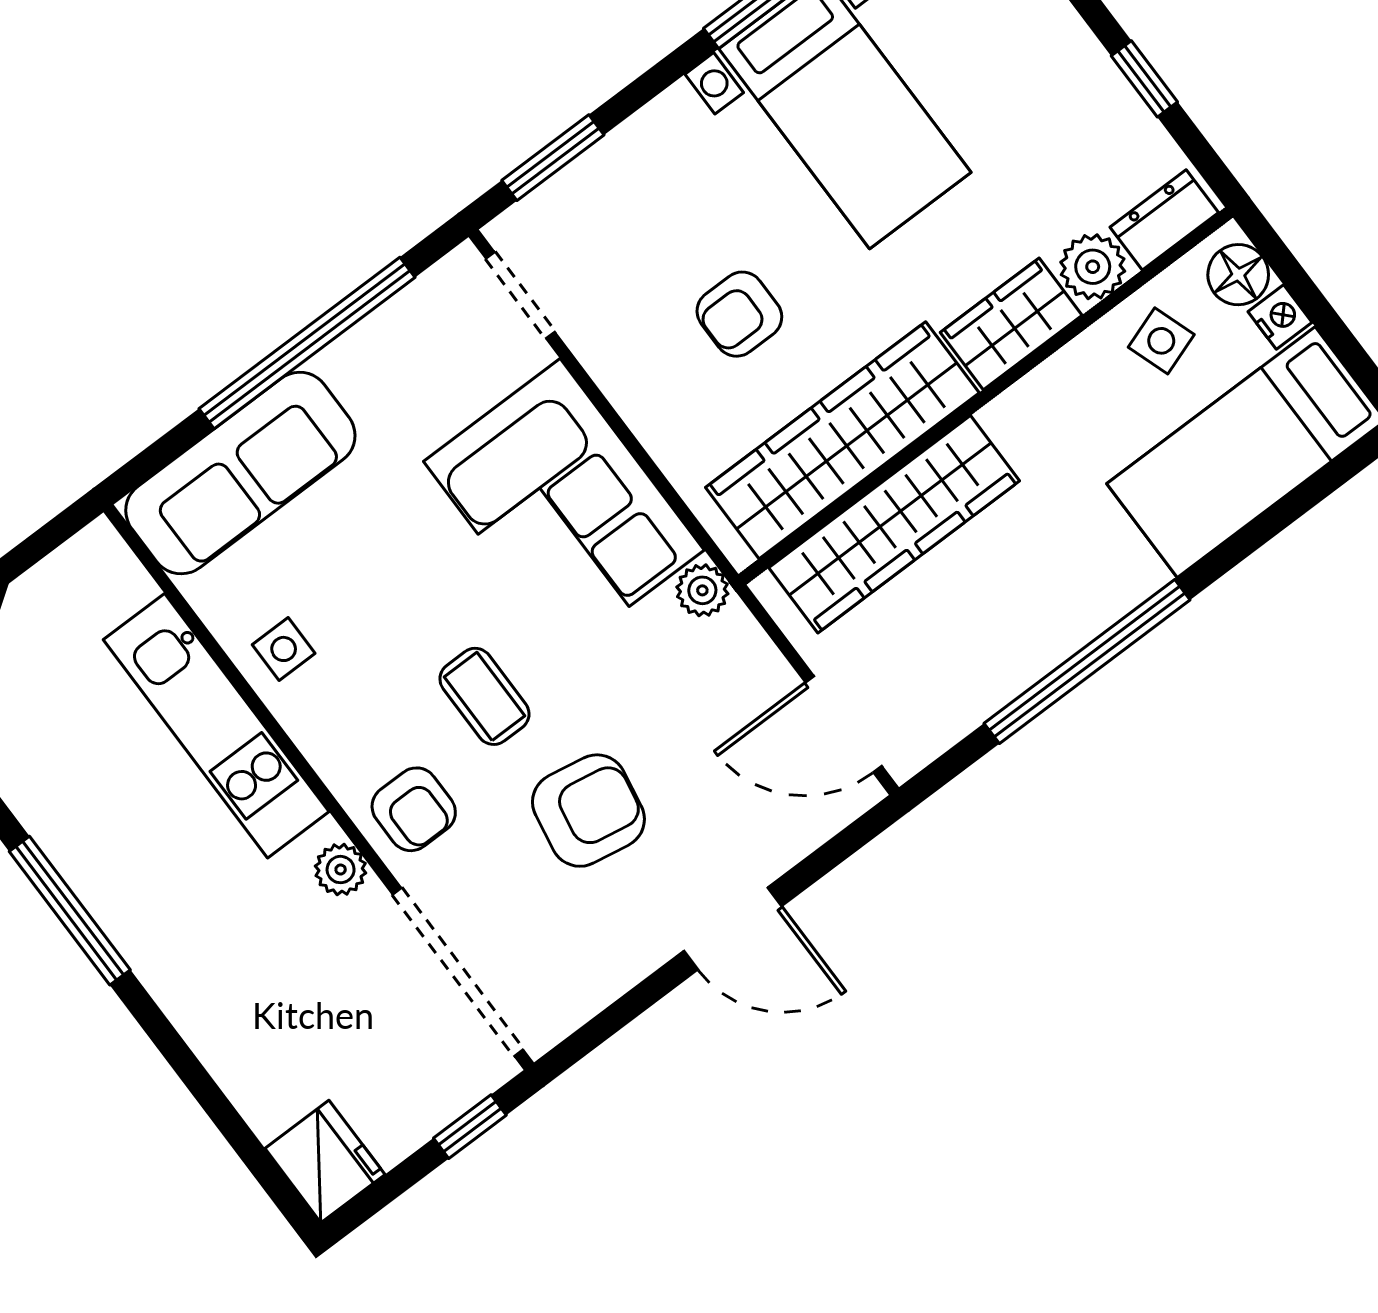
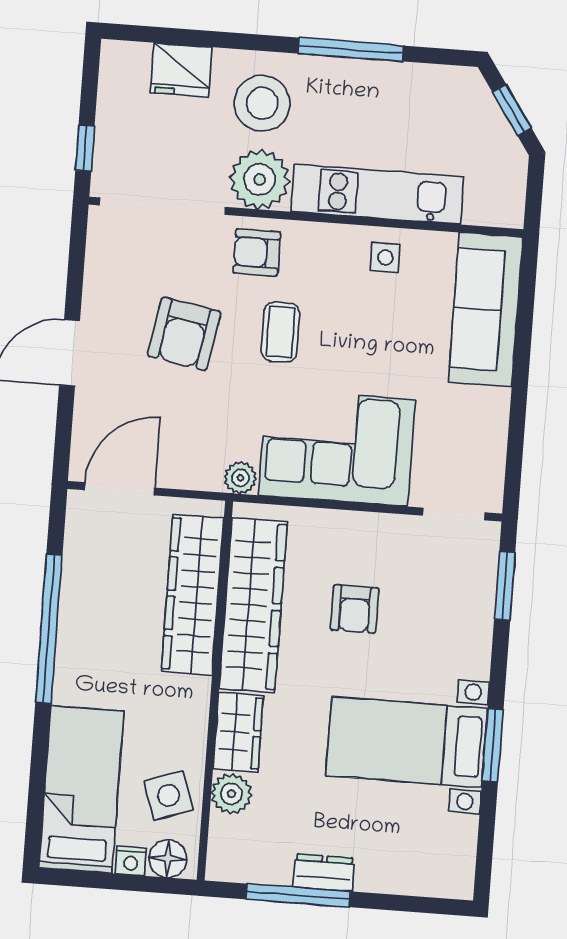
window: (1144, 79) -> (298, 895), width x2.17
dresser: (1164, 220) -> (324, 873), moved, turned -90
armchair: (739, 314) -> (355, 609), turned 180
side table: (1161, 341) -> (168, 795), width x1.37, depth x1.37
window: (307, 343) -> (519, 394), removed
coffee table: (484, 696) -> (280, 332), turned 90
plant: (341, 870) -> (260, 179), width x1.88, depth x1.88
stool: (228, 961) -> (262, 103), added
fridge: (325, 1161) -> (181, 70), moved

